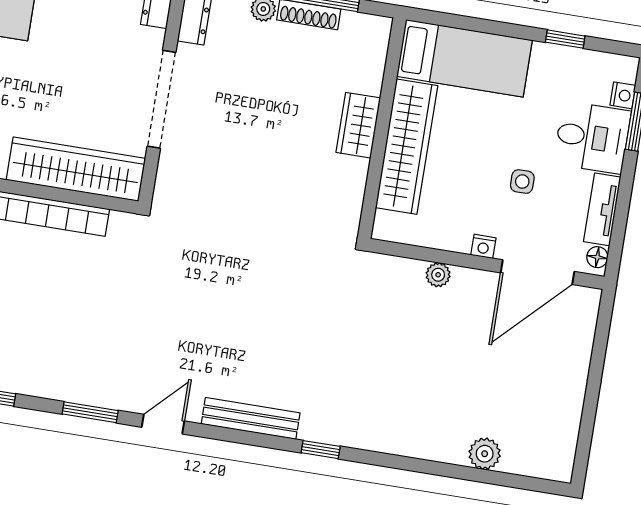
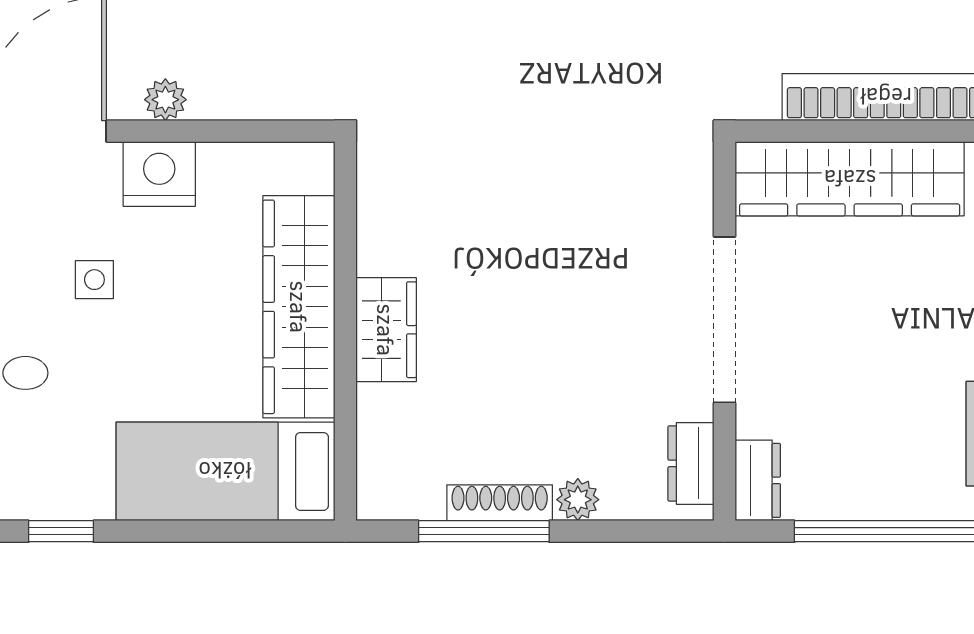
nightstand: (483, 246) -> (159, 174), width x1.89, depth x1.79
plant: (438, 275) -> (165, 100), moved

